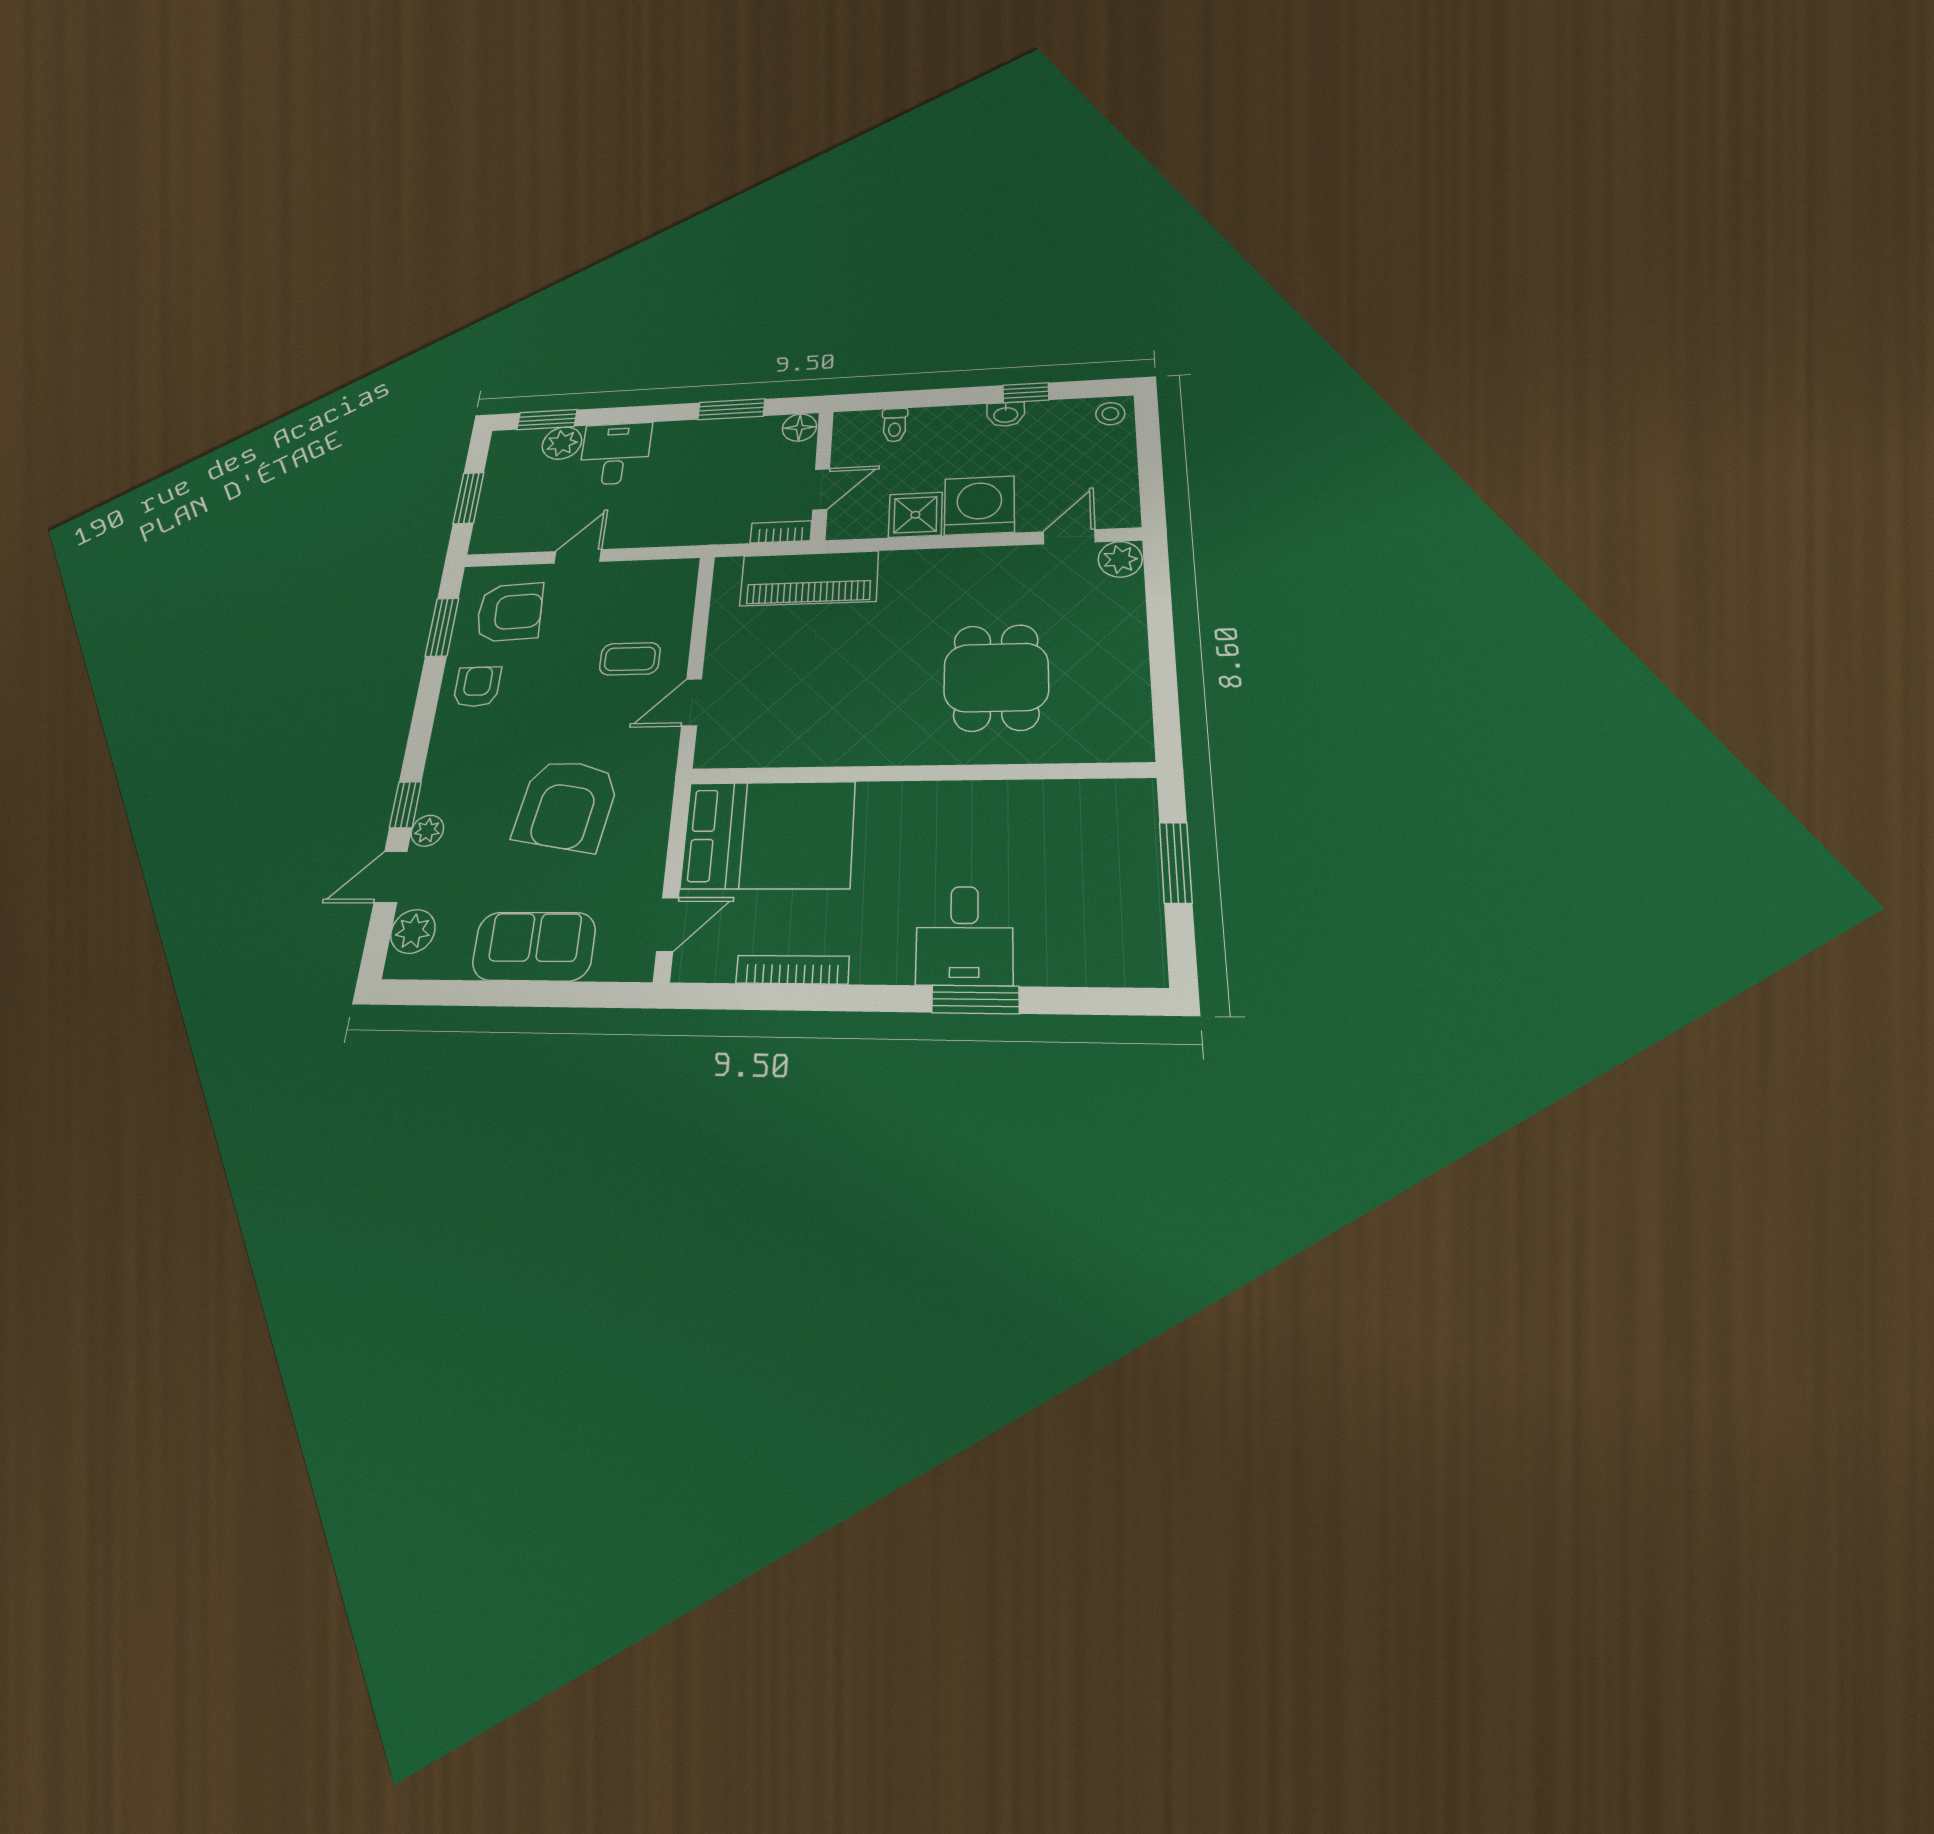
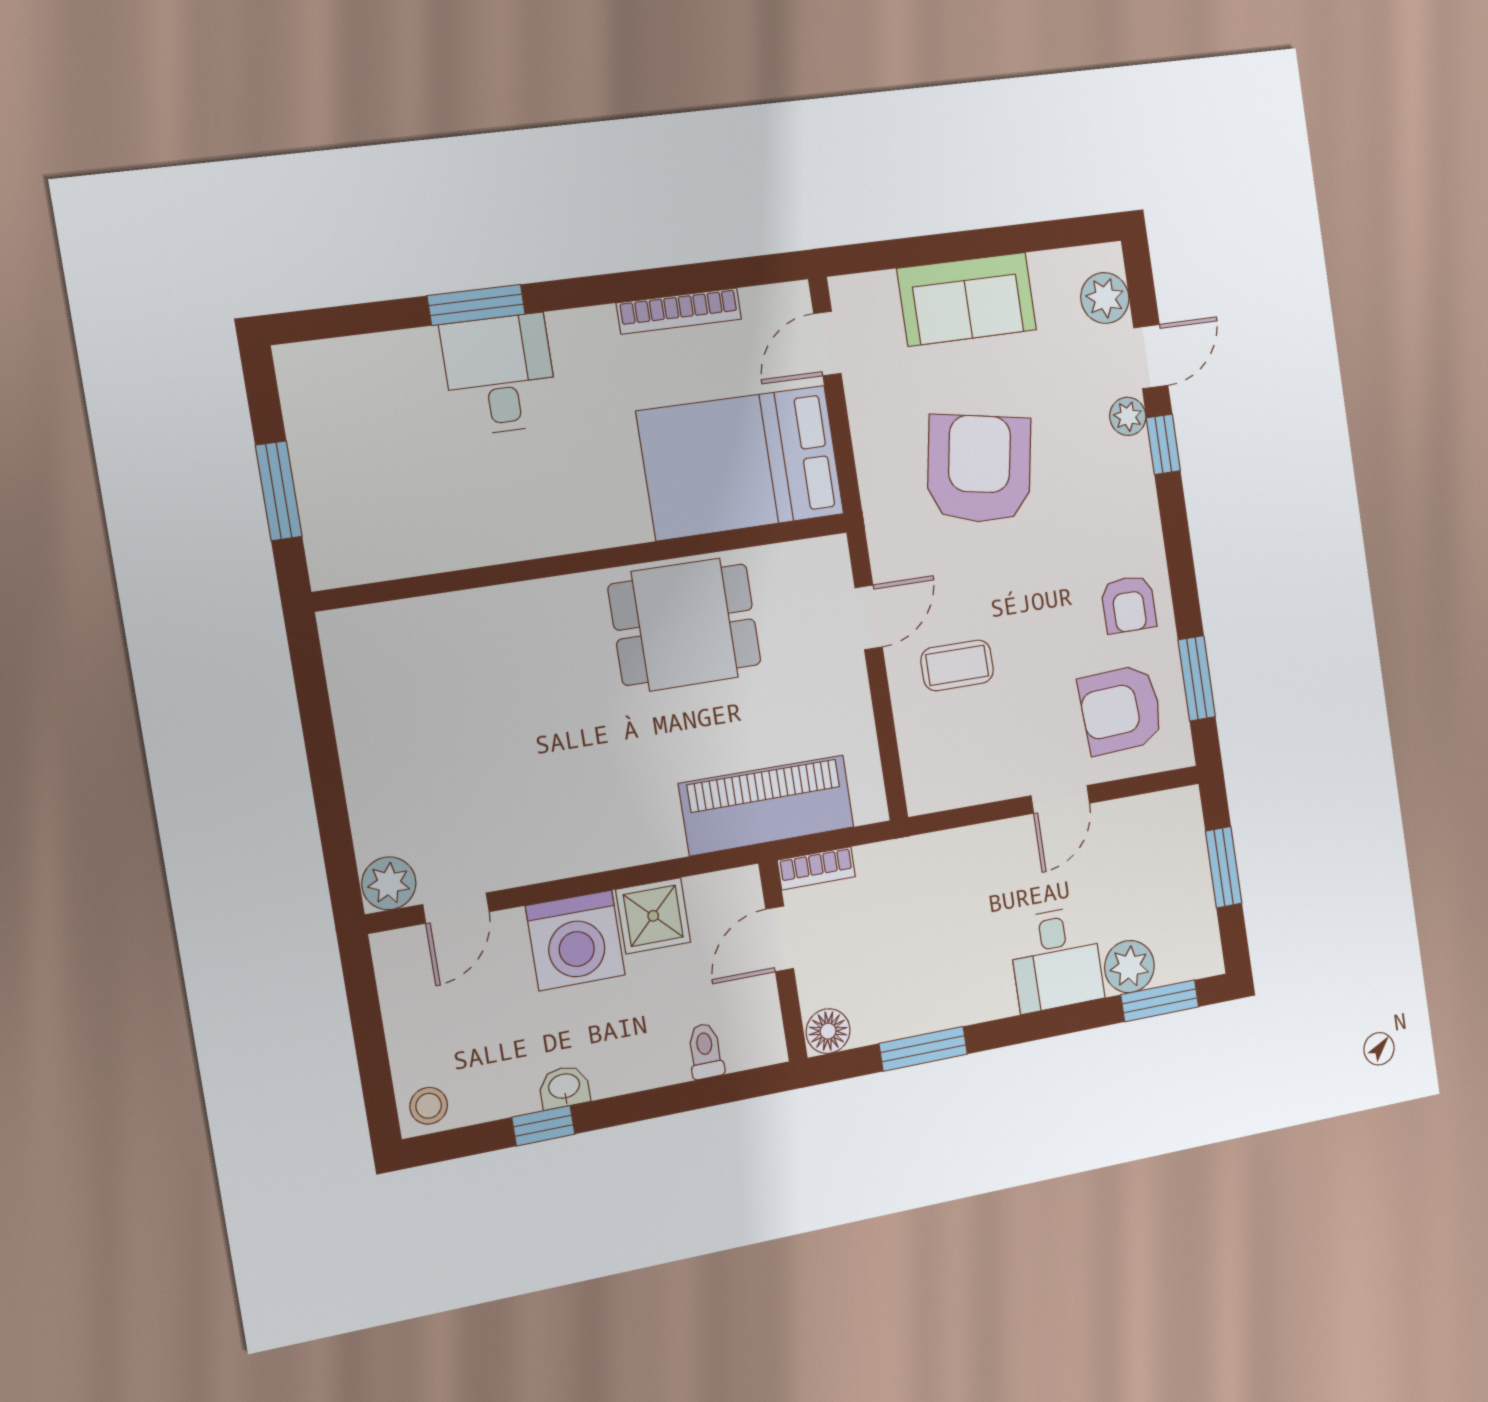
dining table: (996, 677) -> (685, 625), moved, turned 90

